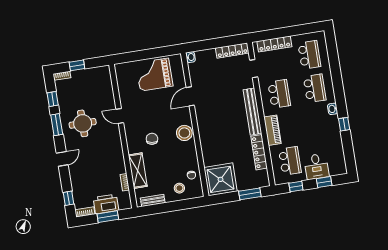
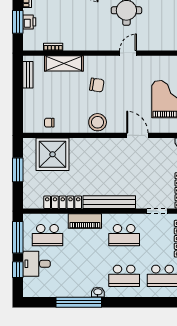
window: (344, 124) -> (79, 302), width x3.17
shower: (221, 179) -> (53, 154), moved
window: (296, 187) -> (18, 237), width x2.17
stool: (179, 188) -> (37, 107), removed
window: (250, 194) -> (18, 170), moved
printer: (106, 204) -> (29, 22), width x0.53, depth x0.68

